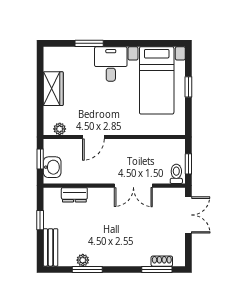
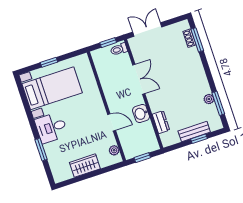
washbasin: (52, 167) -> (141, 114), moved, turned -90
window: (40, 220) -> (199, 139), moved
bench: (50, 247) -> (194, 131), moved
window: (87, 269) -> (218, 103), moved

